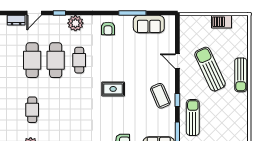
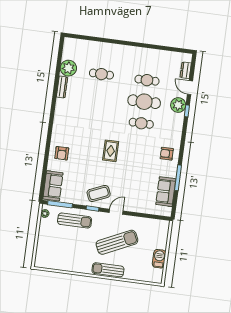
plant: (75, 23) -> (178, 105), moved
cafe table: (32, 60) -> (147, 80), width x0.73, depth x0.74
door: (177, 61) -> (116, 212), moved

